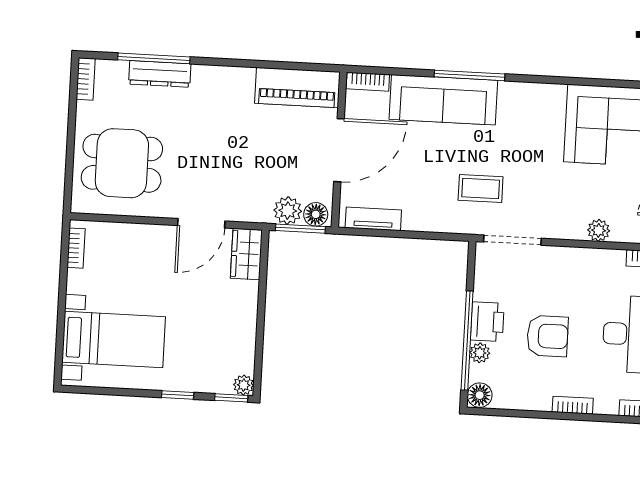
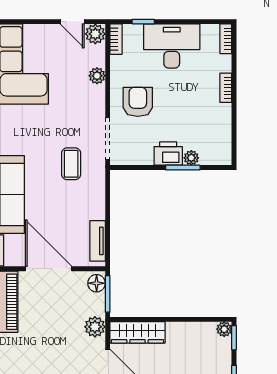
plant: (288, 211) -> (95, 327), moved
wardrobe: (246, 254) -> (138, 332), width x1.50
armchair: (547, 336) -> (138, 102), moved
window: (467, 341) -> (183, 168), width x0.47
floor lamp: (480, 395) -> (222, 156), removed

